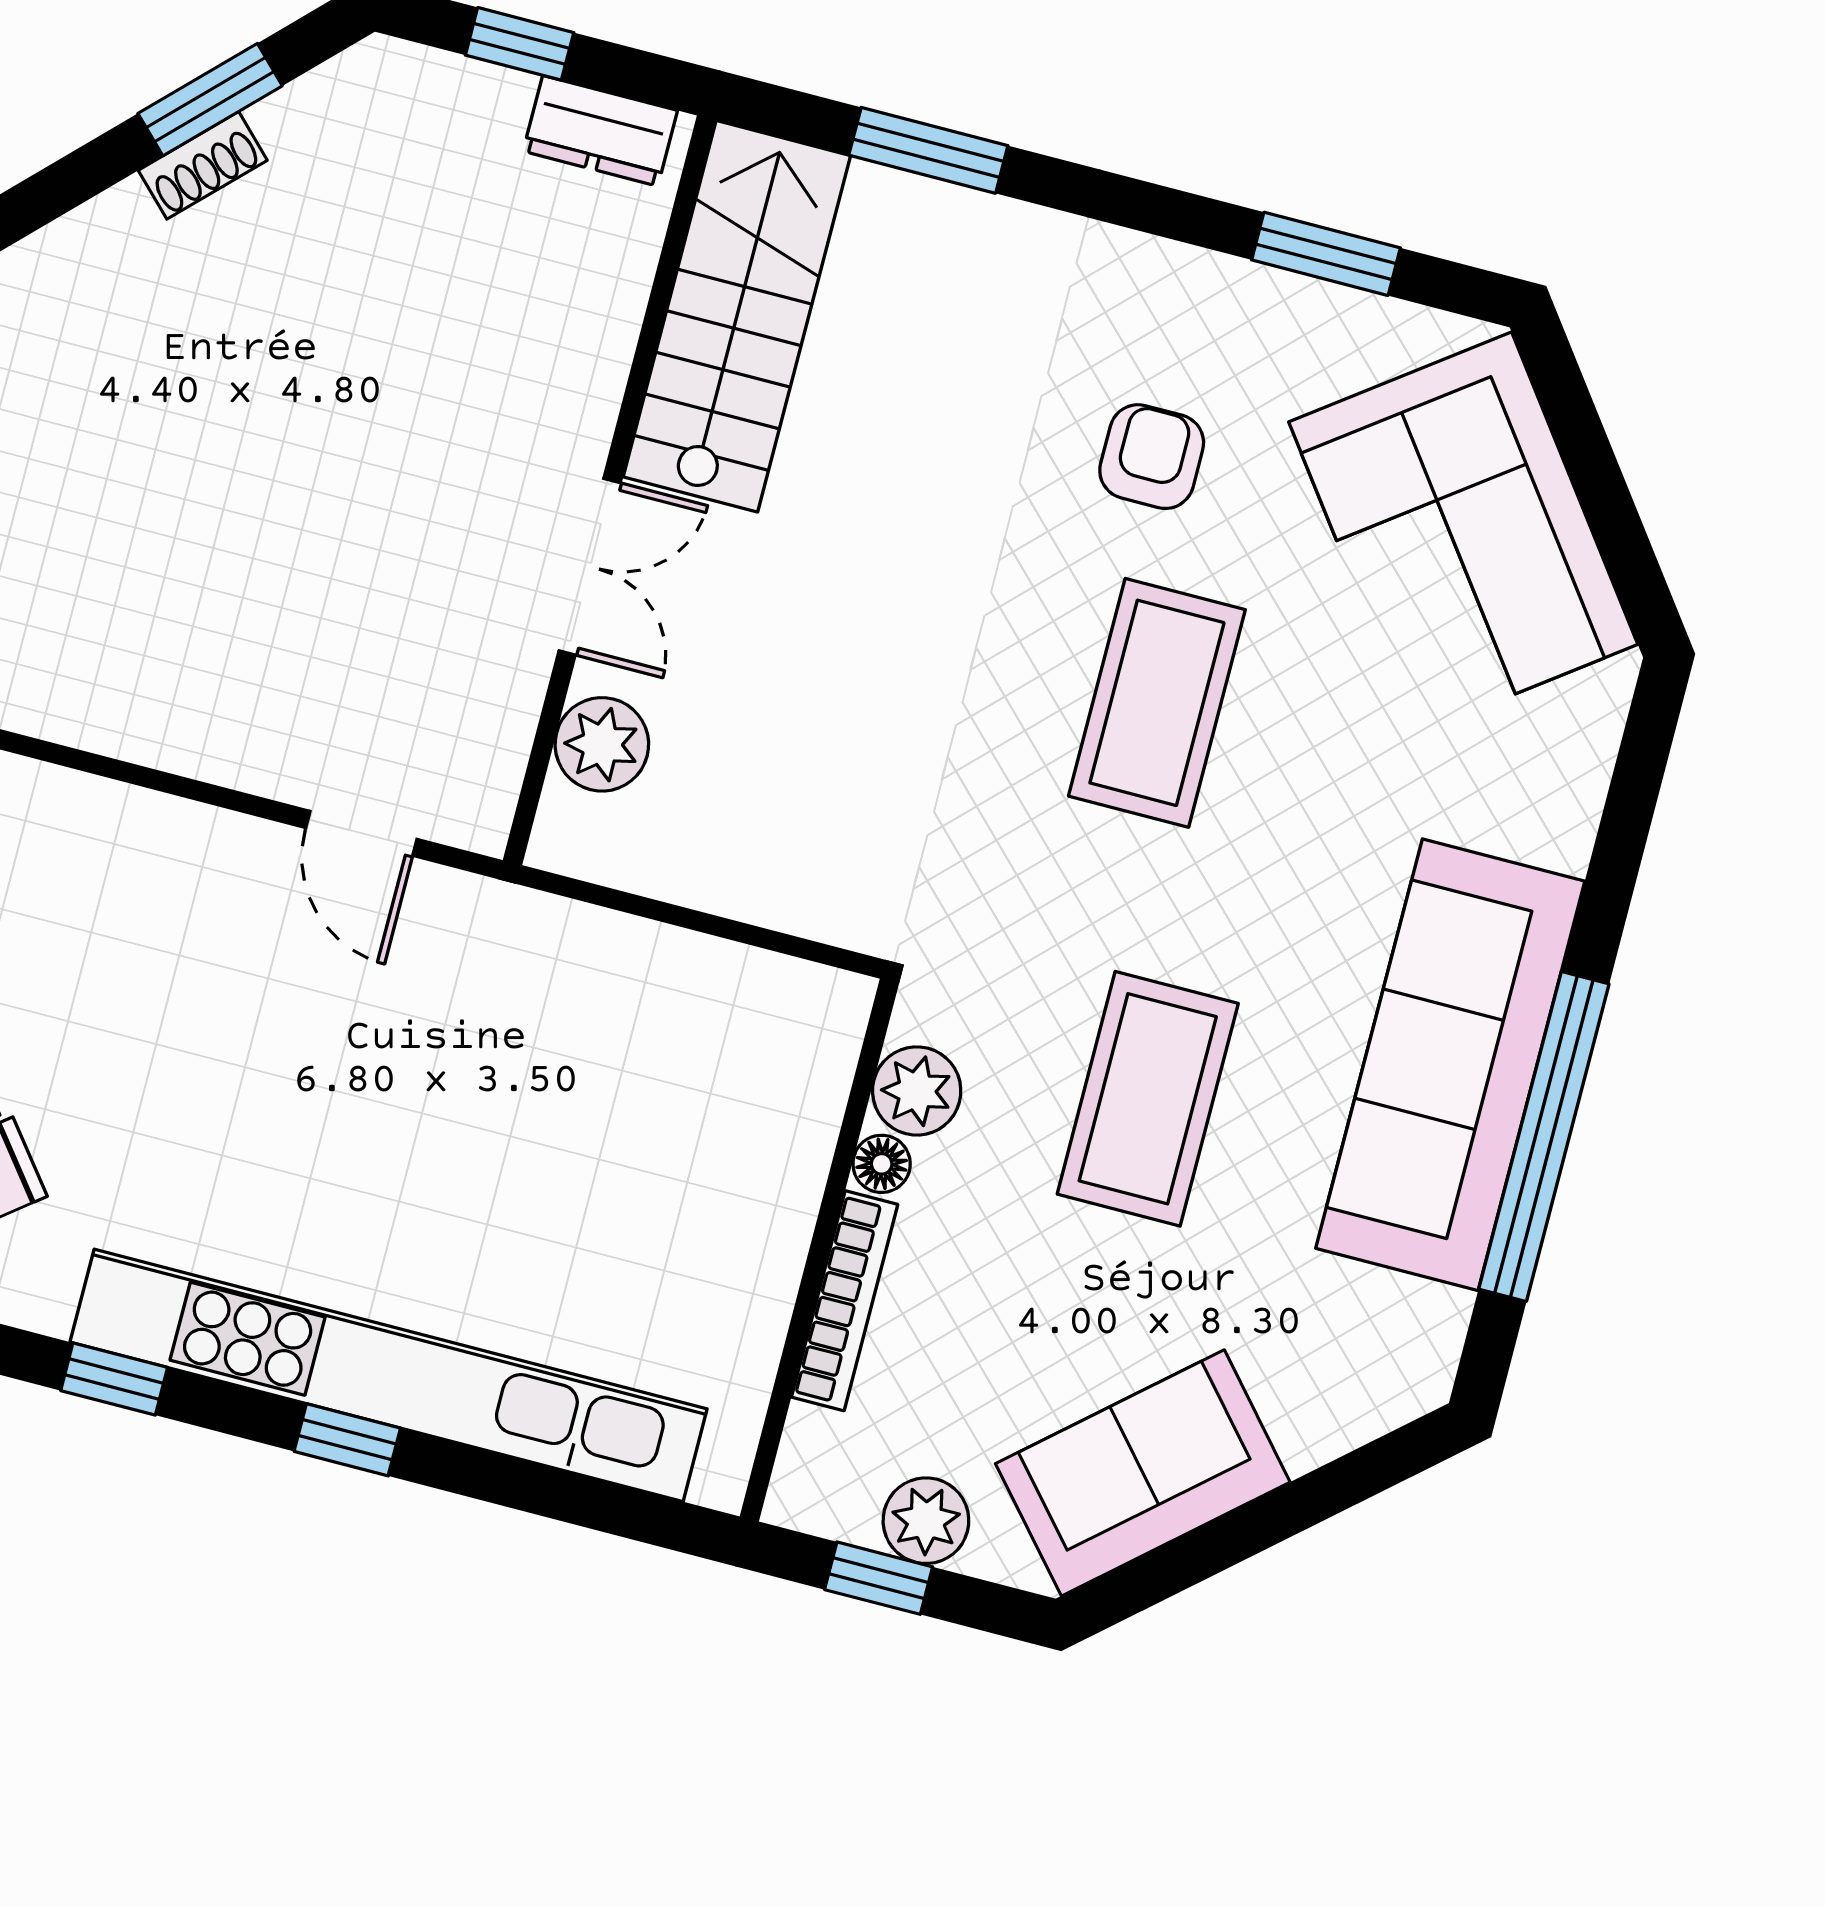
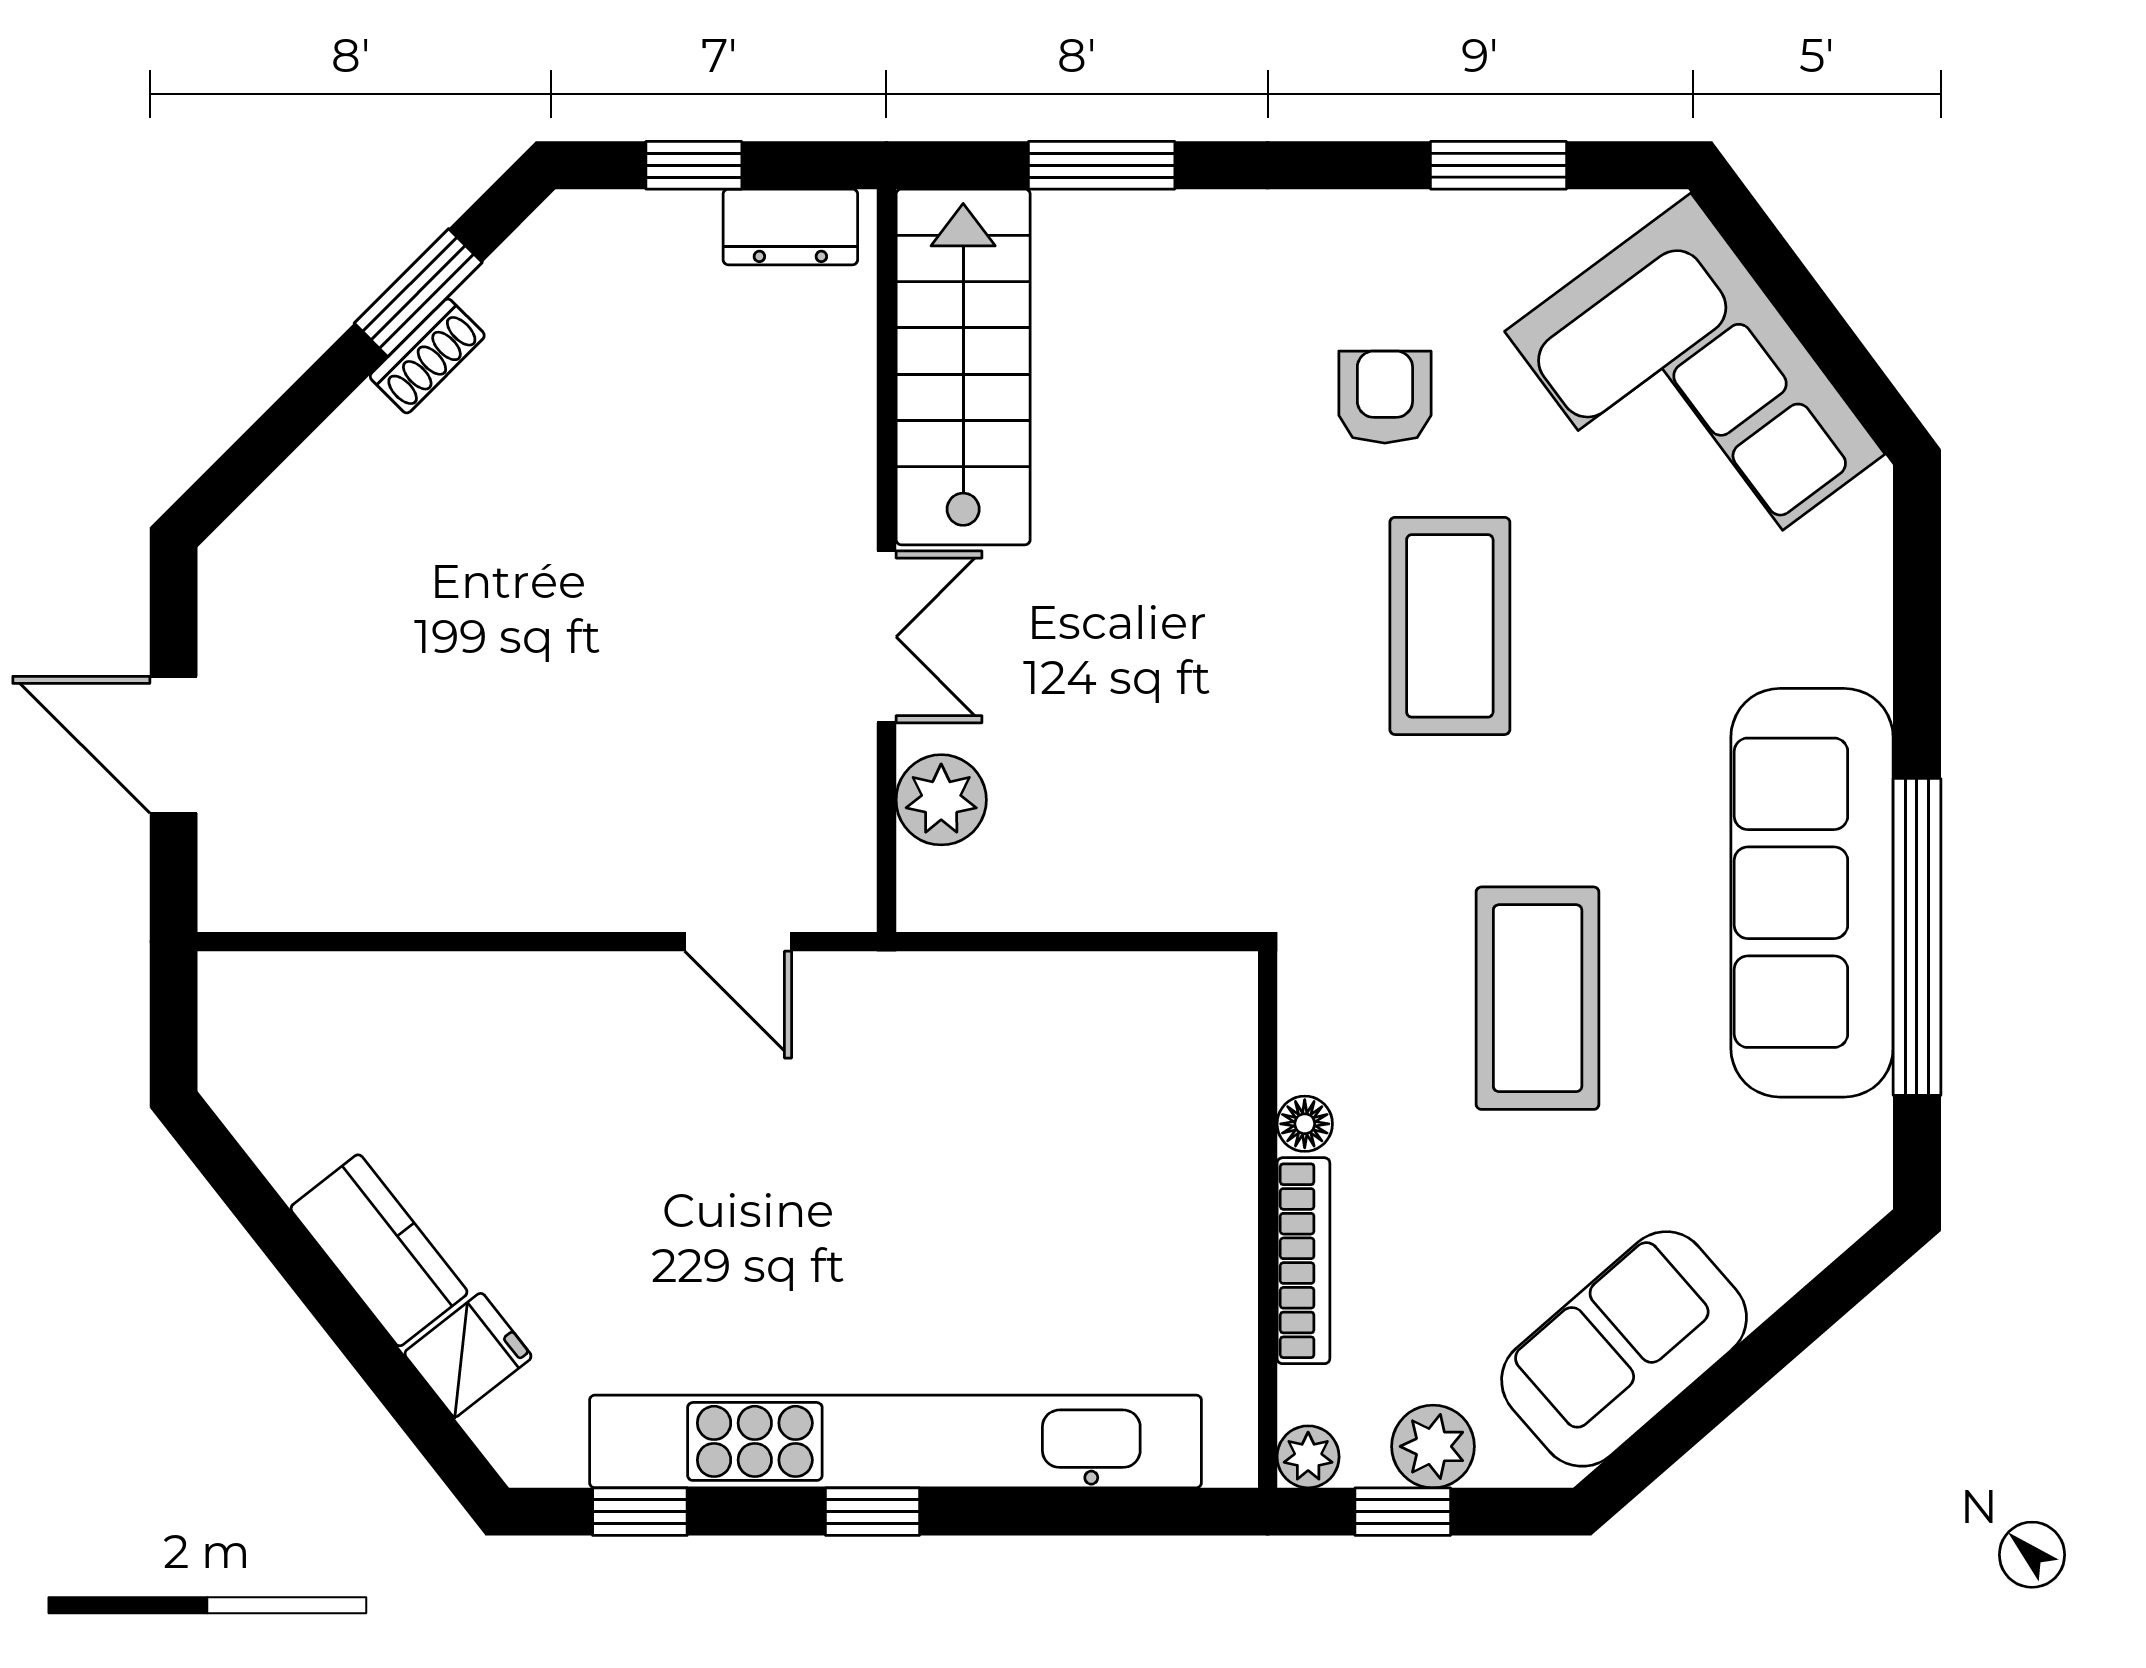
plant: (917, 1091) -> (1308, 1457), moved, width x0.73, depth x0.73

